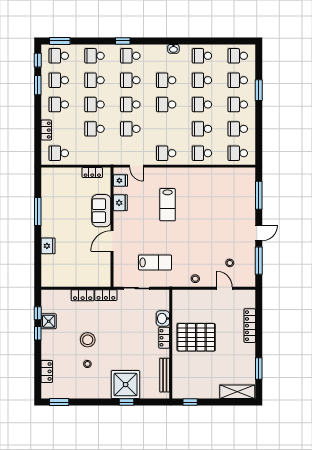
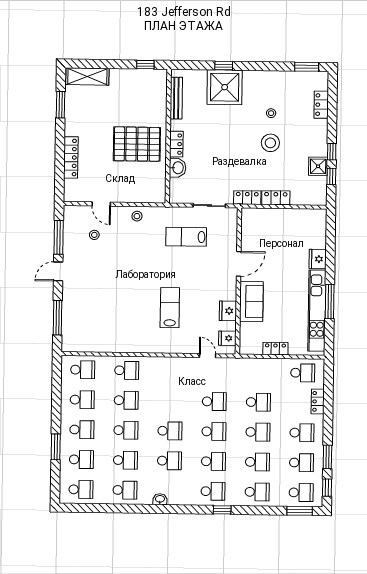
school desk: (166, 153) -> (171, 371), removed
locker: (92, 173) -> (275, 349), moved
kitchen unit: (48, 204) -> (317, 311), added

